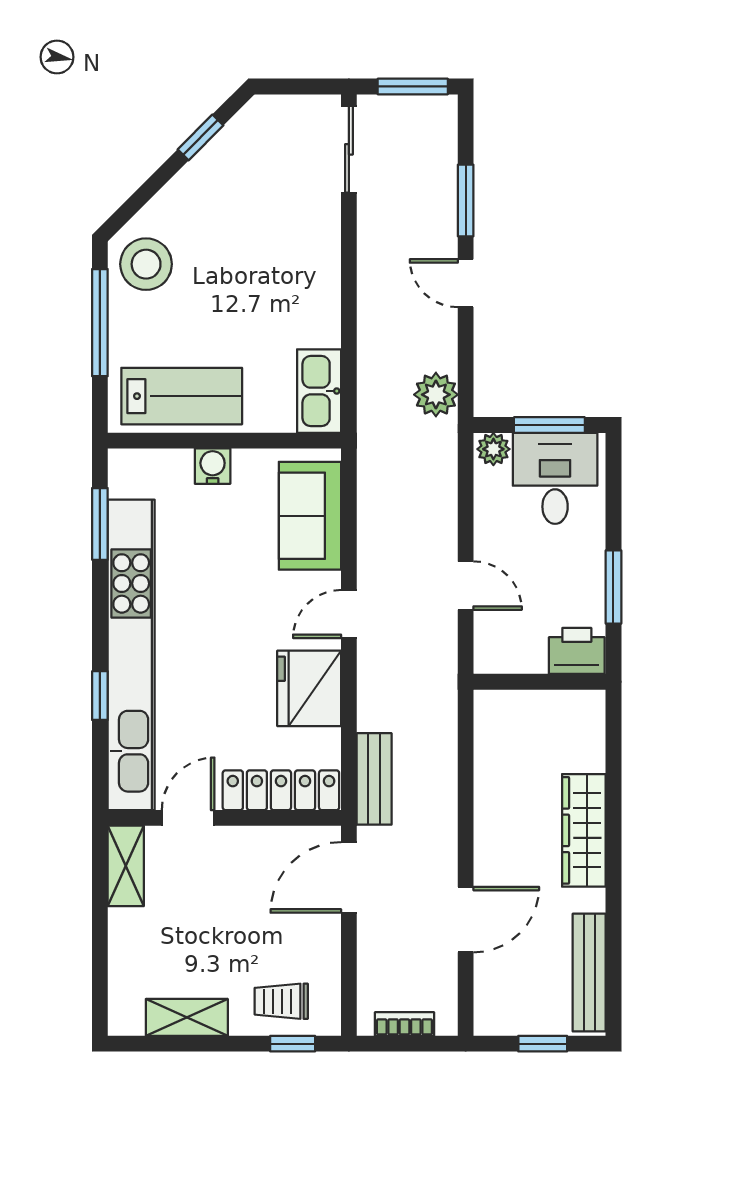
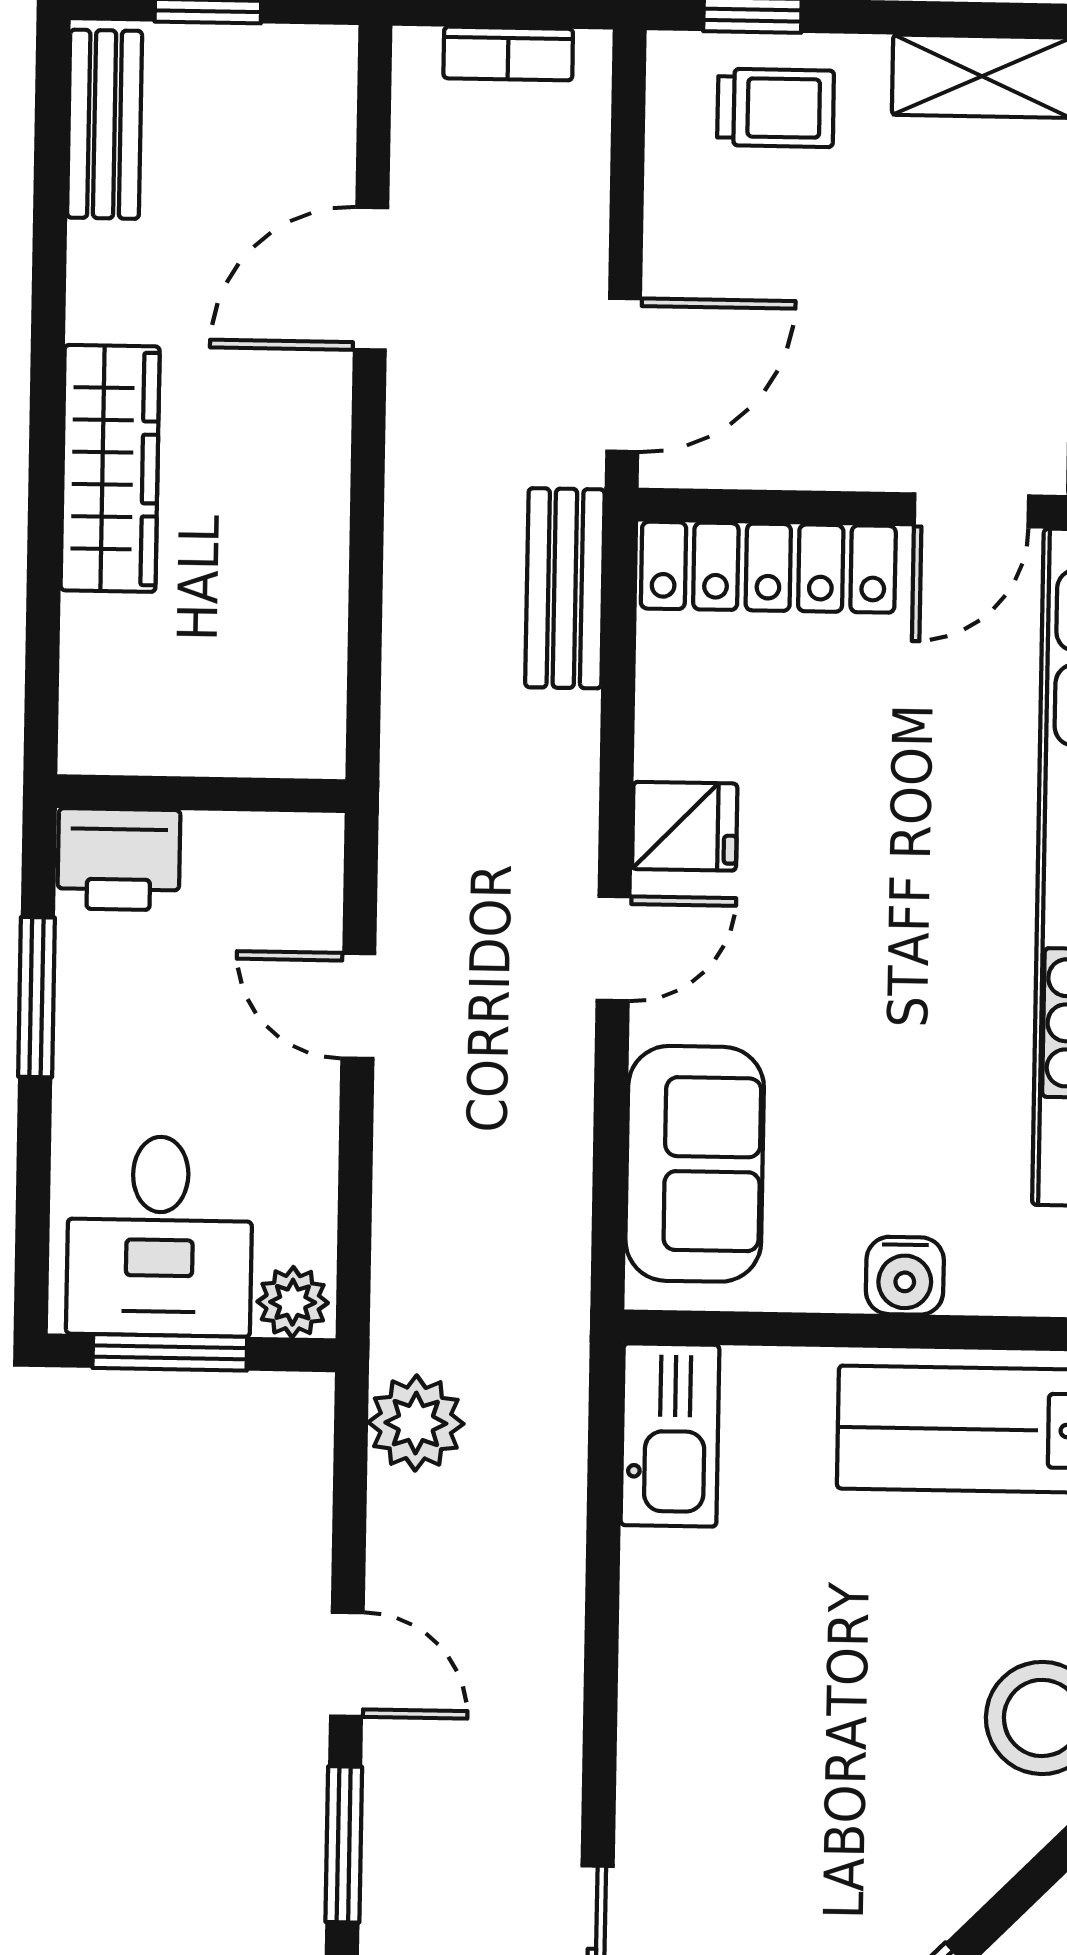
fridge: (309, 688) -> (685, 826), width x0.53, depth x0.75
bench: (589, 973) -> (105, 124), width x0.73

